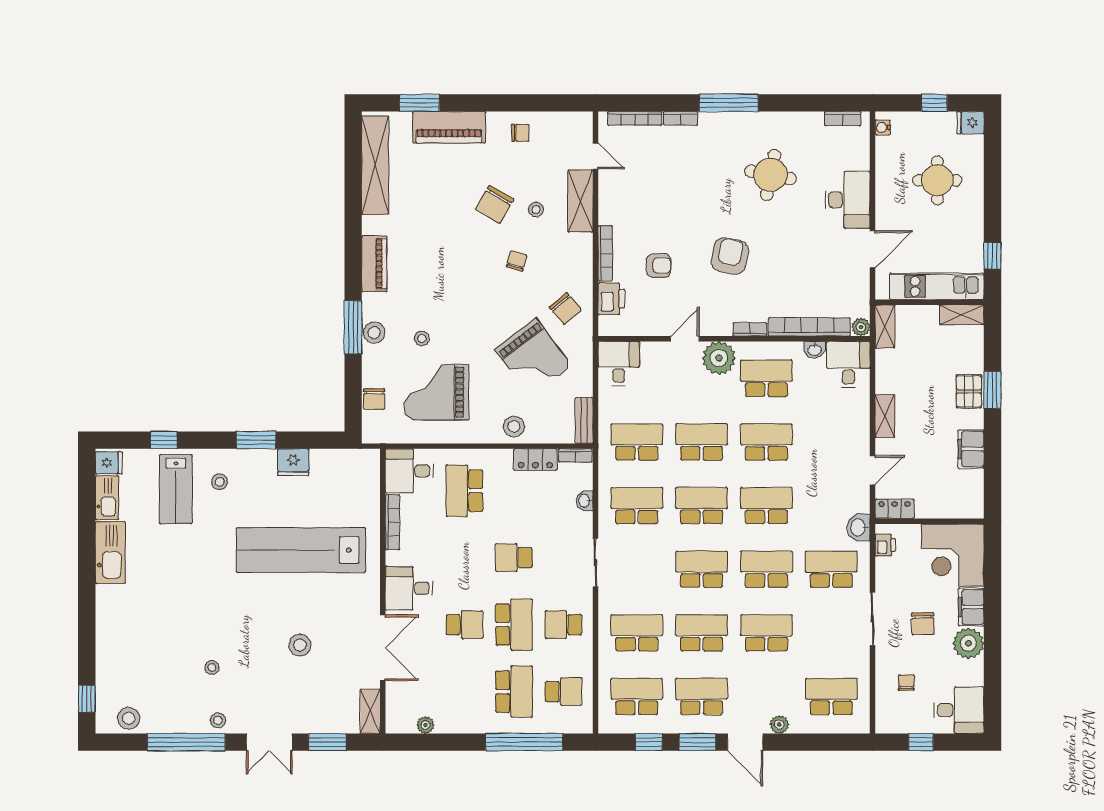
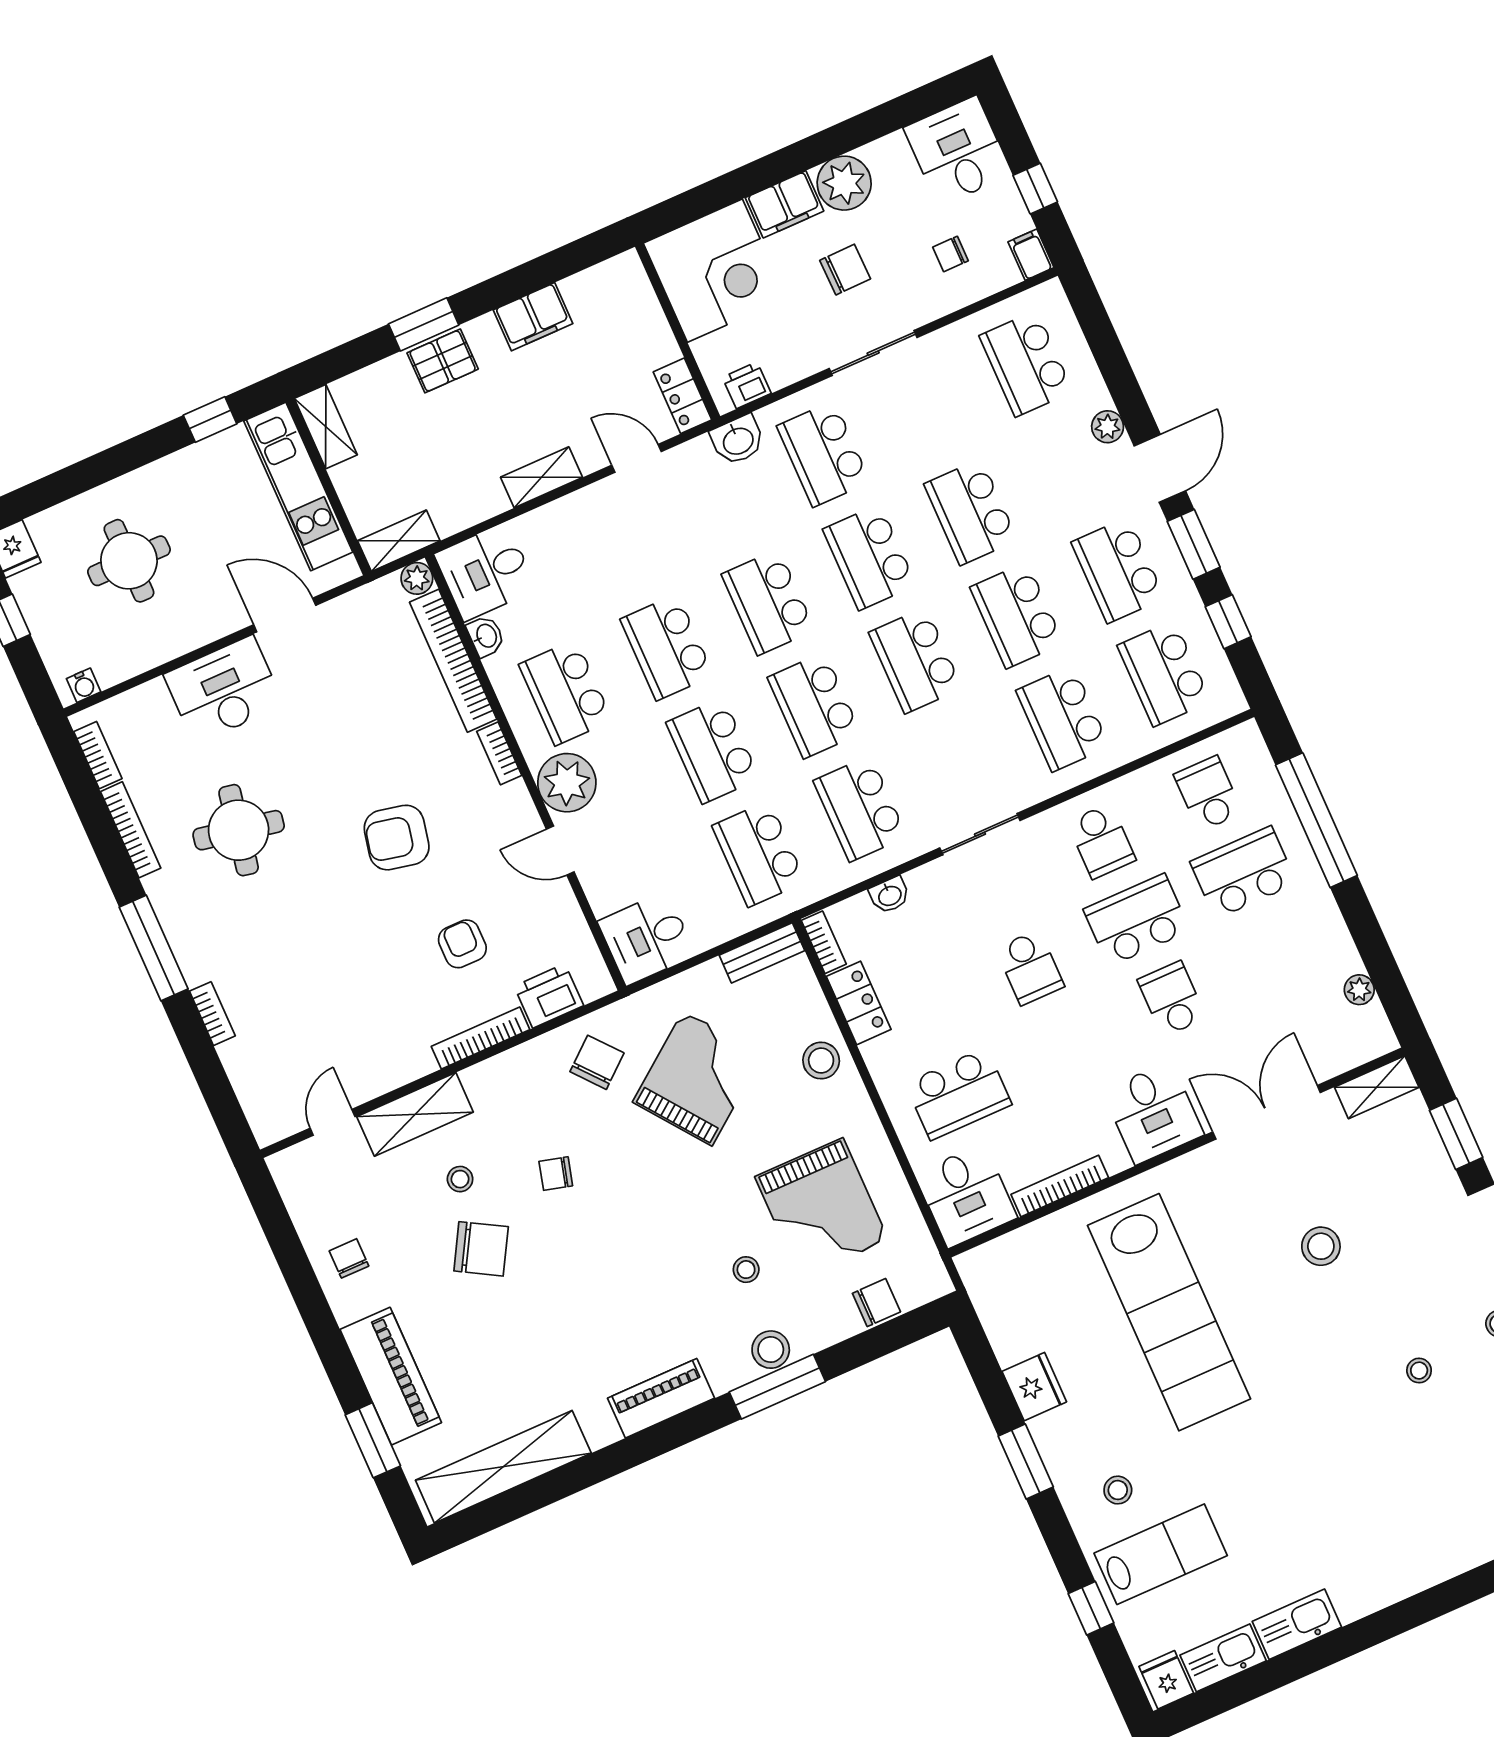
bookcase: (635, 118) -> (131, 830), moved
kitchen sink: (110, 553) -> (1297, 1624), width x0.73, depth x0.81
filing cabinet: (887, 724) -> (1031, 255), added

